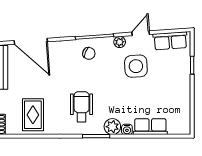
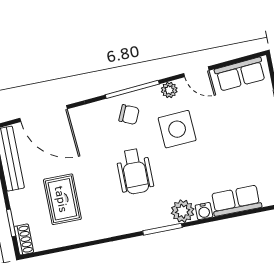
door: (141, 33) -> (196, 72), swing flipped
side table: (136, 66) -> (177, 129), moved
wheelchair: (82, 107) -> (135, 171), moved, turned 180
rug: (33, 115) -> (62, 199), moved

